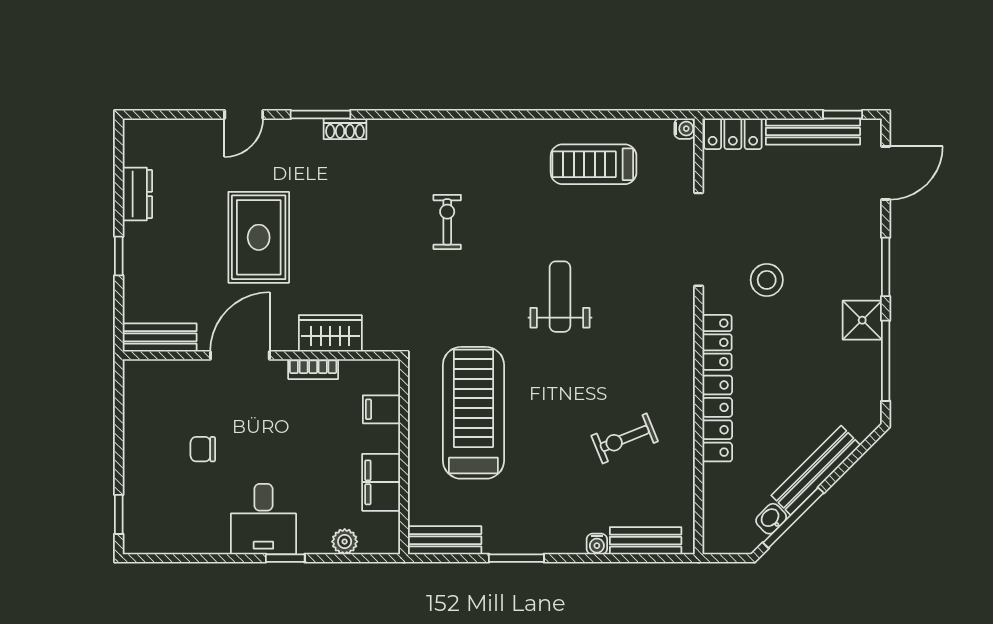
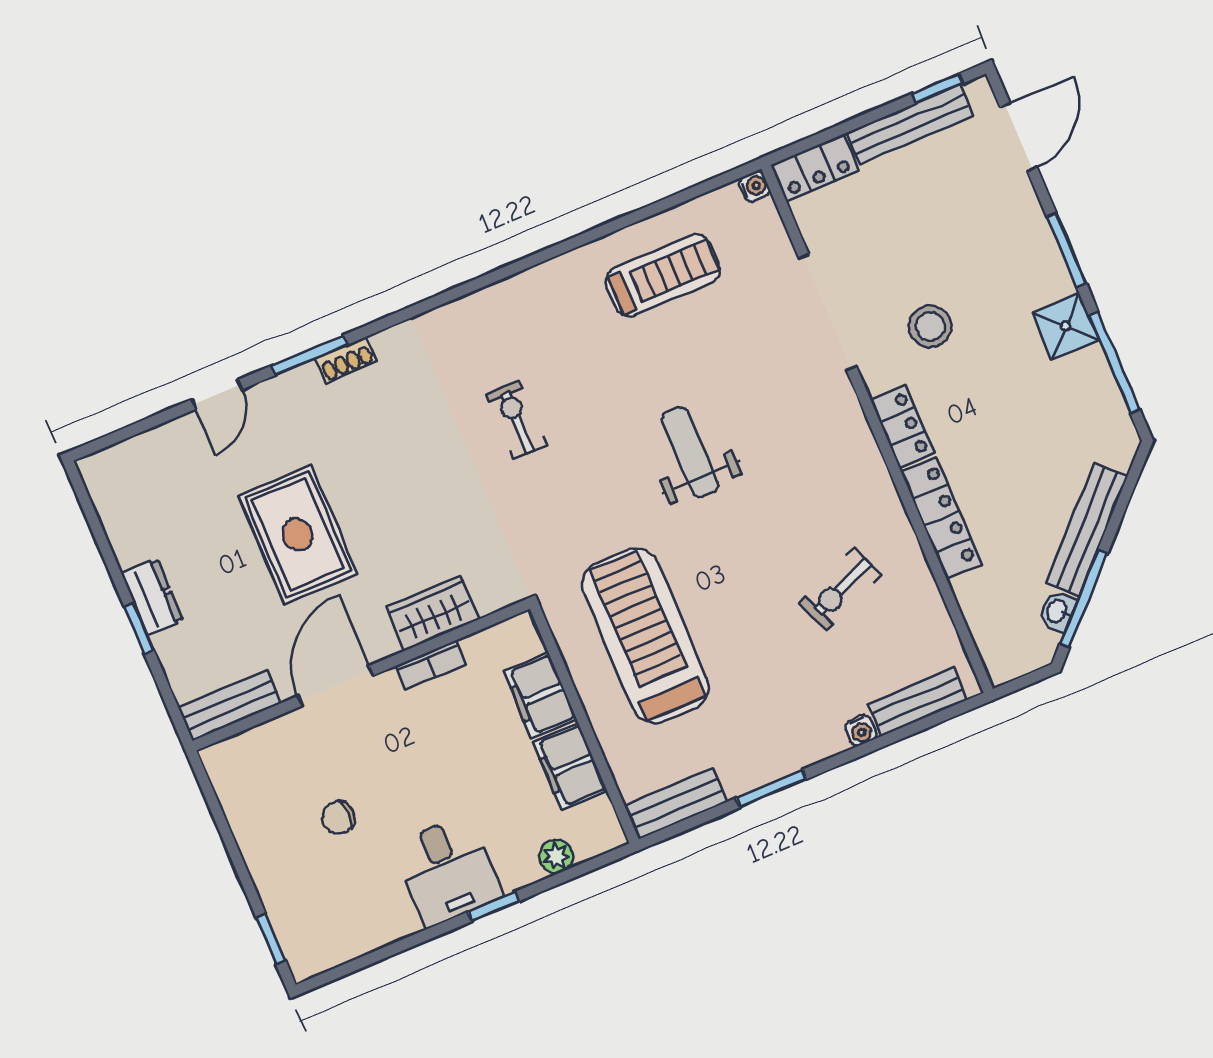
treadmill: (594, 164) -> (663, 276), turned 180
dresser: (137, 194) -> (152, 597), moved
filing cabinet: (381, 409) -> (540, 695), width x2.00

